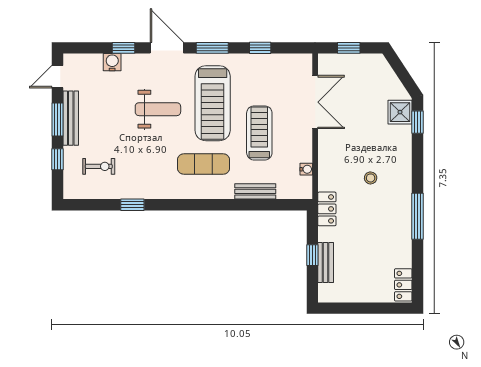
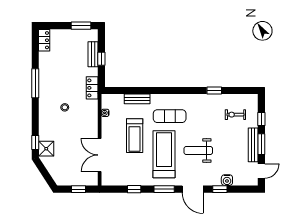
window: (345, 308) -> (81, 26), added

